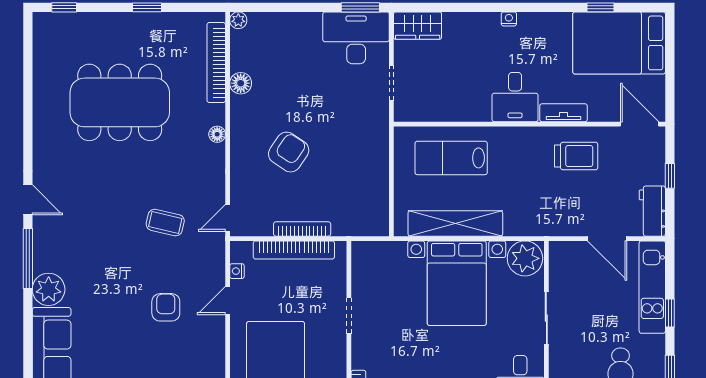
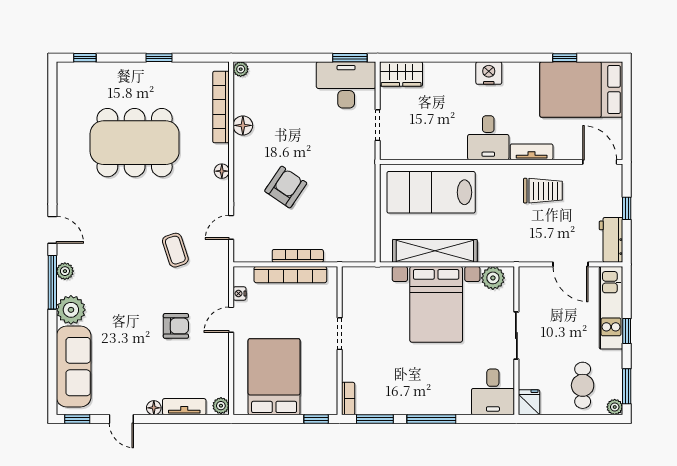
nightstand: (509, 19) -> (489, 73), width x1.89, depth x1.79
lab bench: (451, 158) -> (431, 192), width x1.36, depth x1.39
door: (228, 218) -> (231, 227), moved
coffee table: (165, 223) -> (175, 250), turned 59
plant: (42, 246) -> (65, 271), added
plant: (525, 258) -> (493, 278), width x0.73, depth x0.73
armchair: (166, 307) -> (176, 326), turned 90

